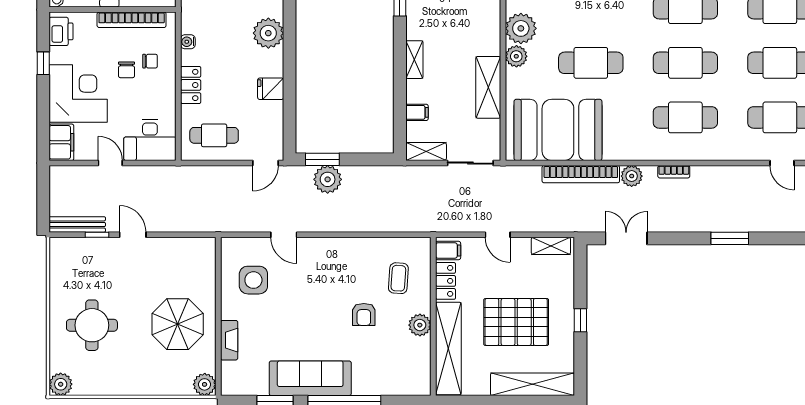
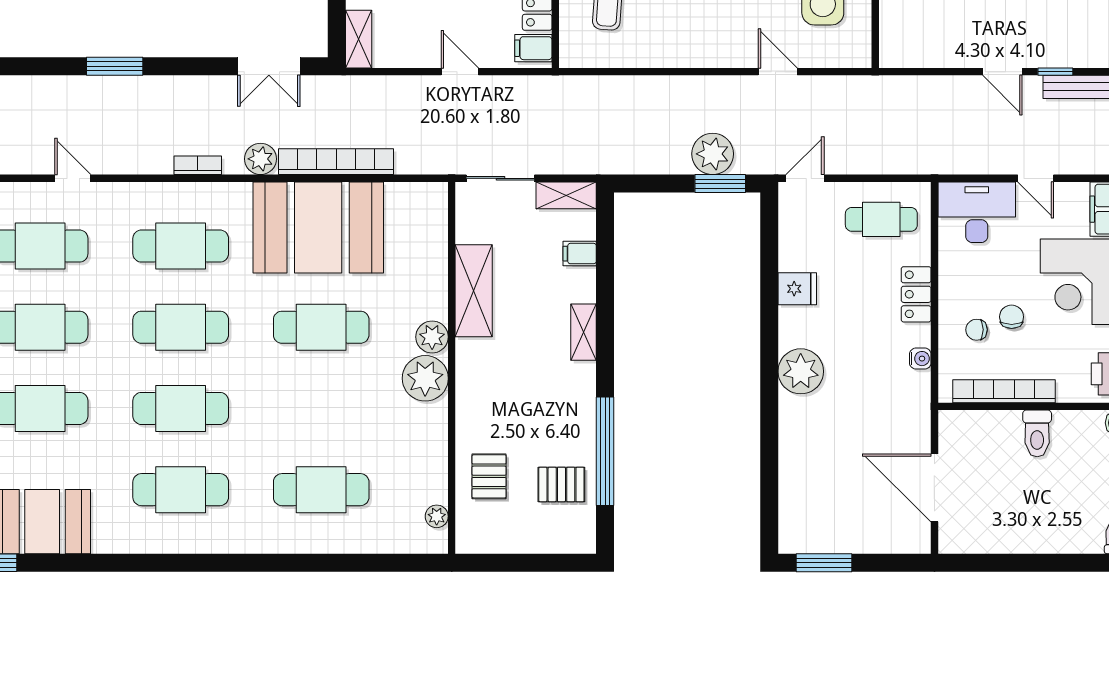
booth: (558, 130) -> (318, 228), moved
door: (782, 163) -> (73, 178), moved
shelving: (551, 246) -> (359, 39), moved, turned 90

